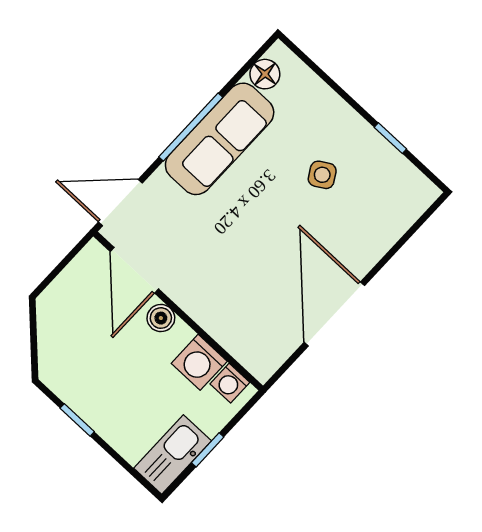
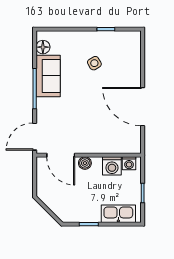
sofa: (220, 139) -> (48, 76), width x0.73
kitchen sink: (173, 455) -> (118, 214), moved, turned 90

